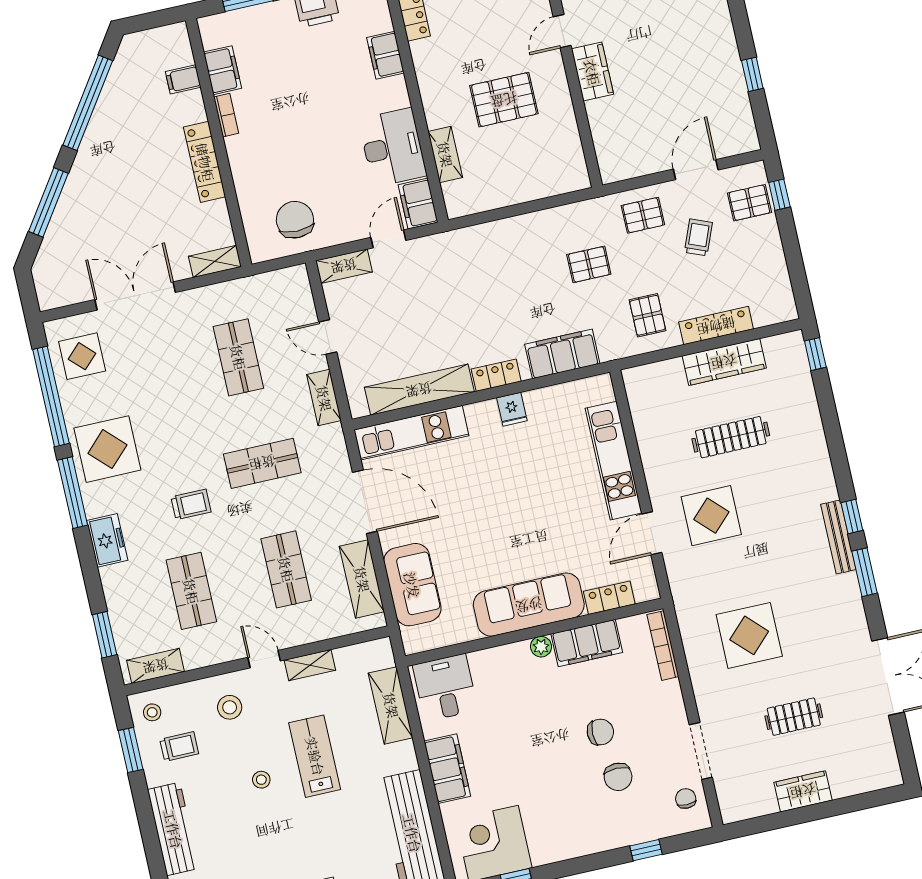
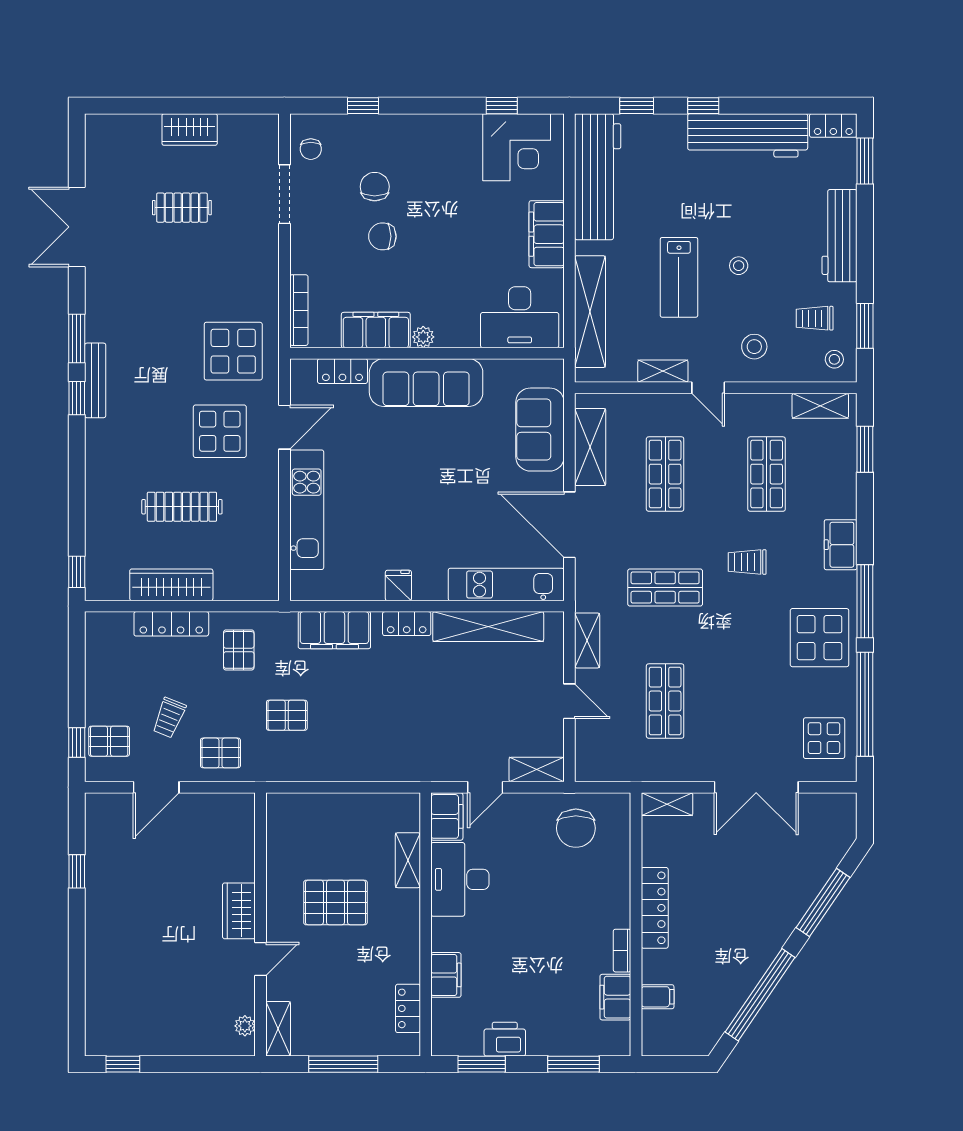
display table: (749, 635) -> (233, 351), moved
desk: (445, 688) -> (520, 317), width x1.37
shelving: (391, 705) -> (590, 312), width x1.47

